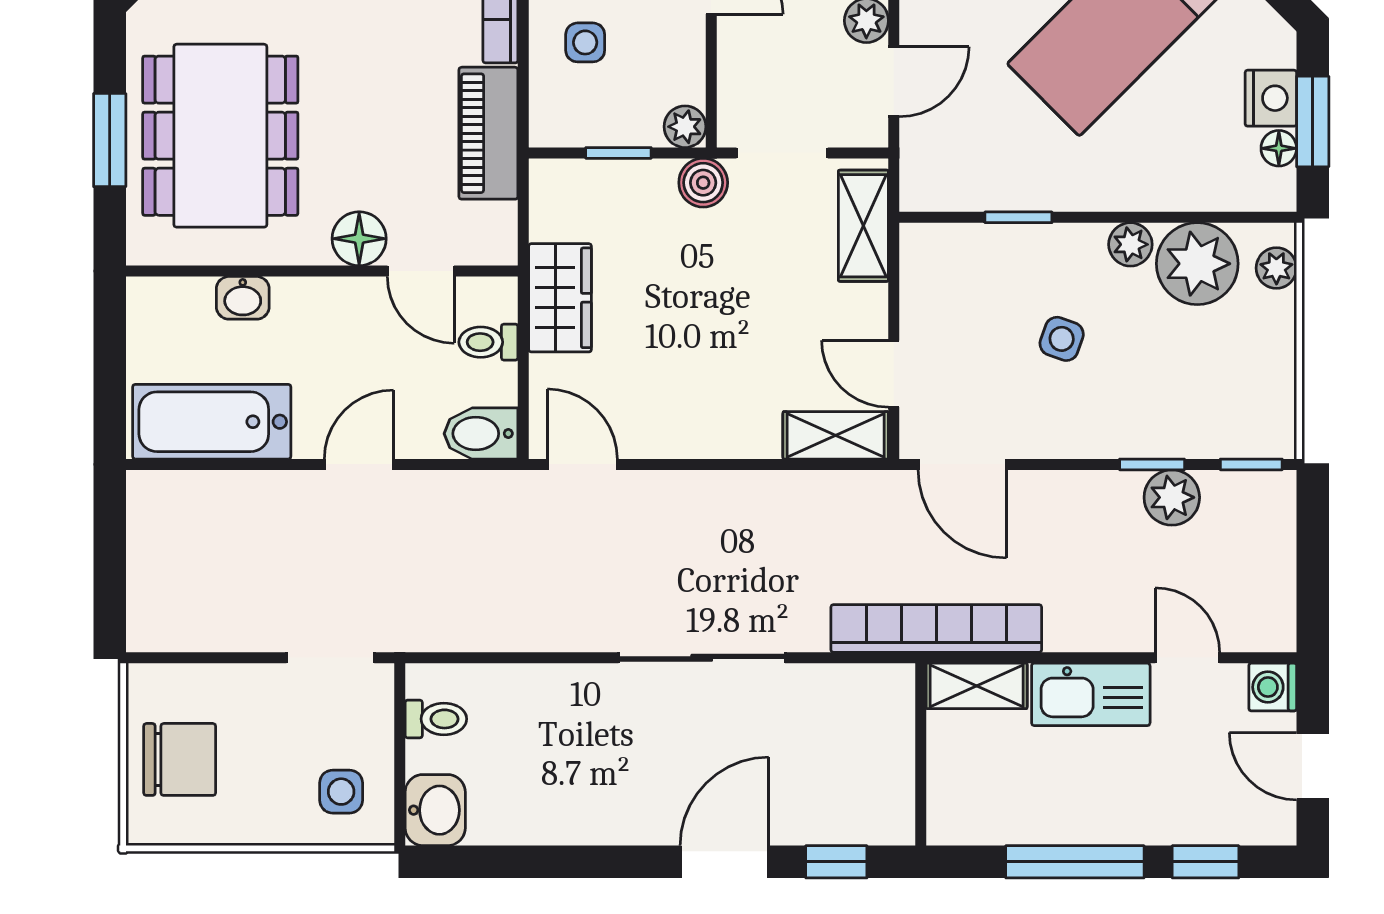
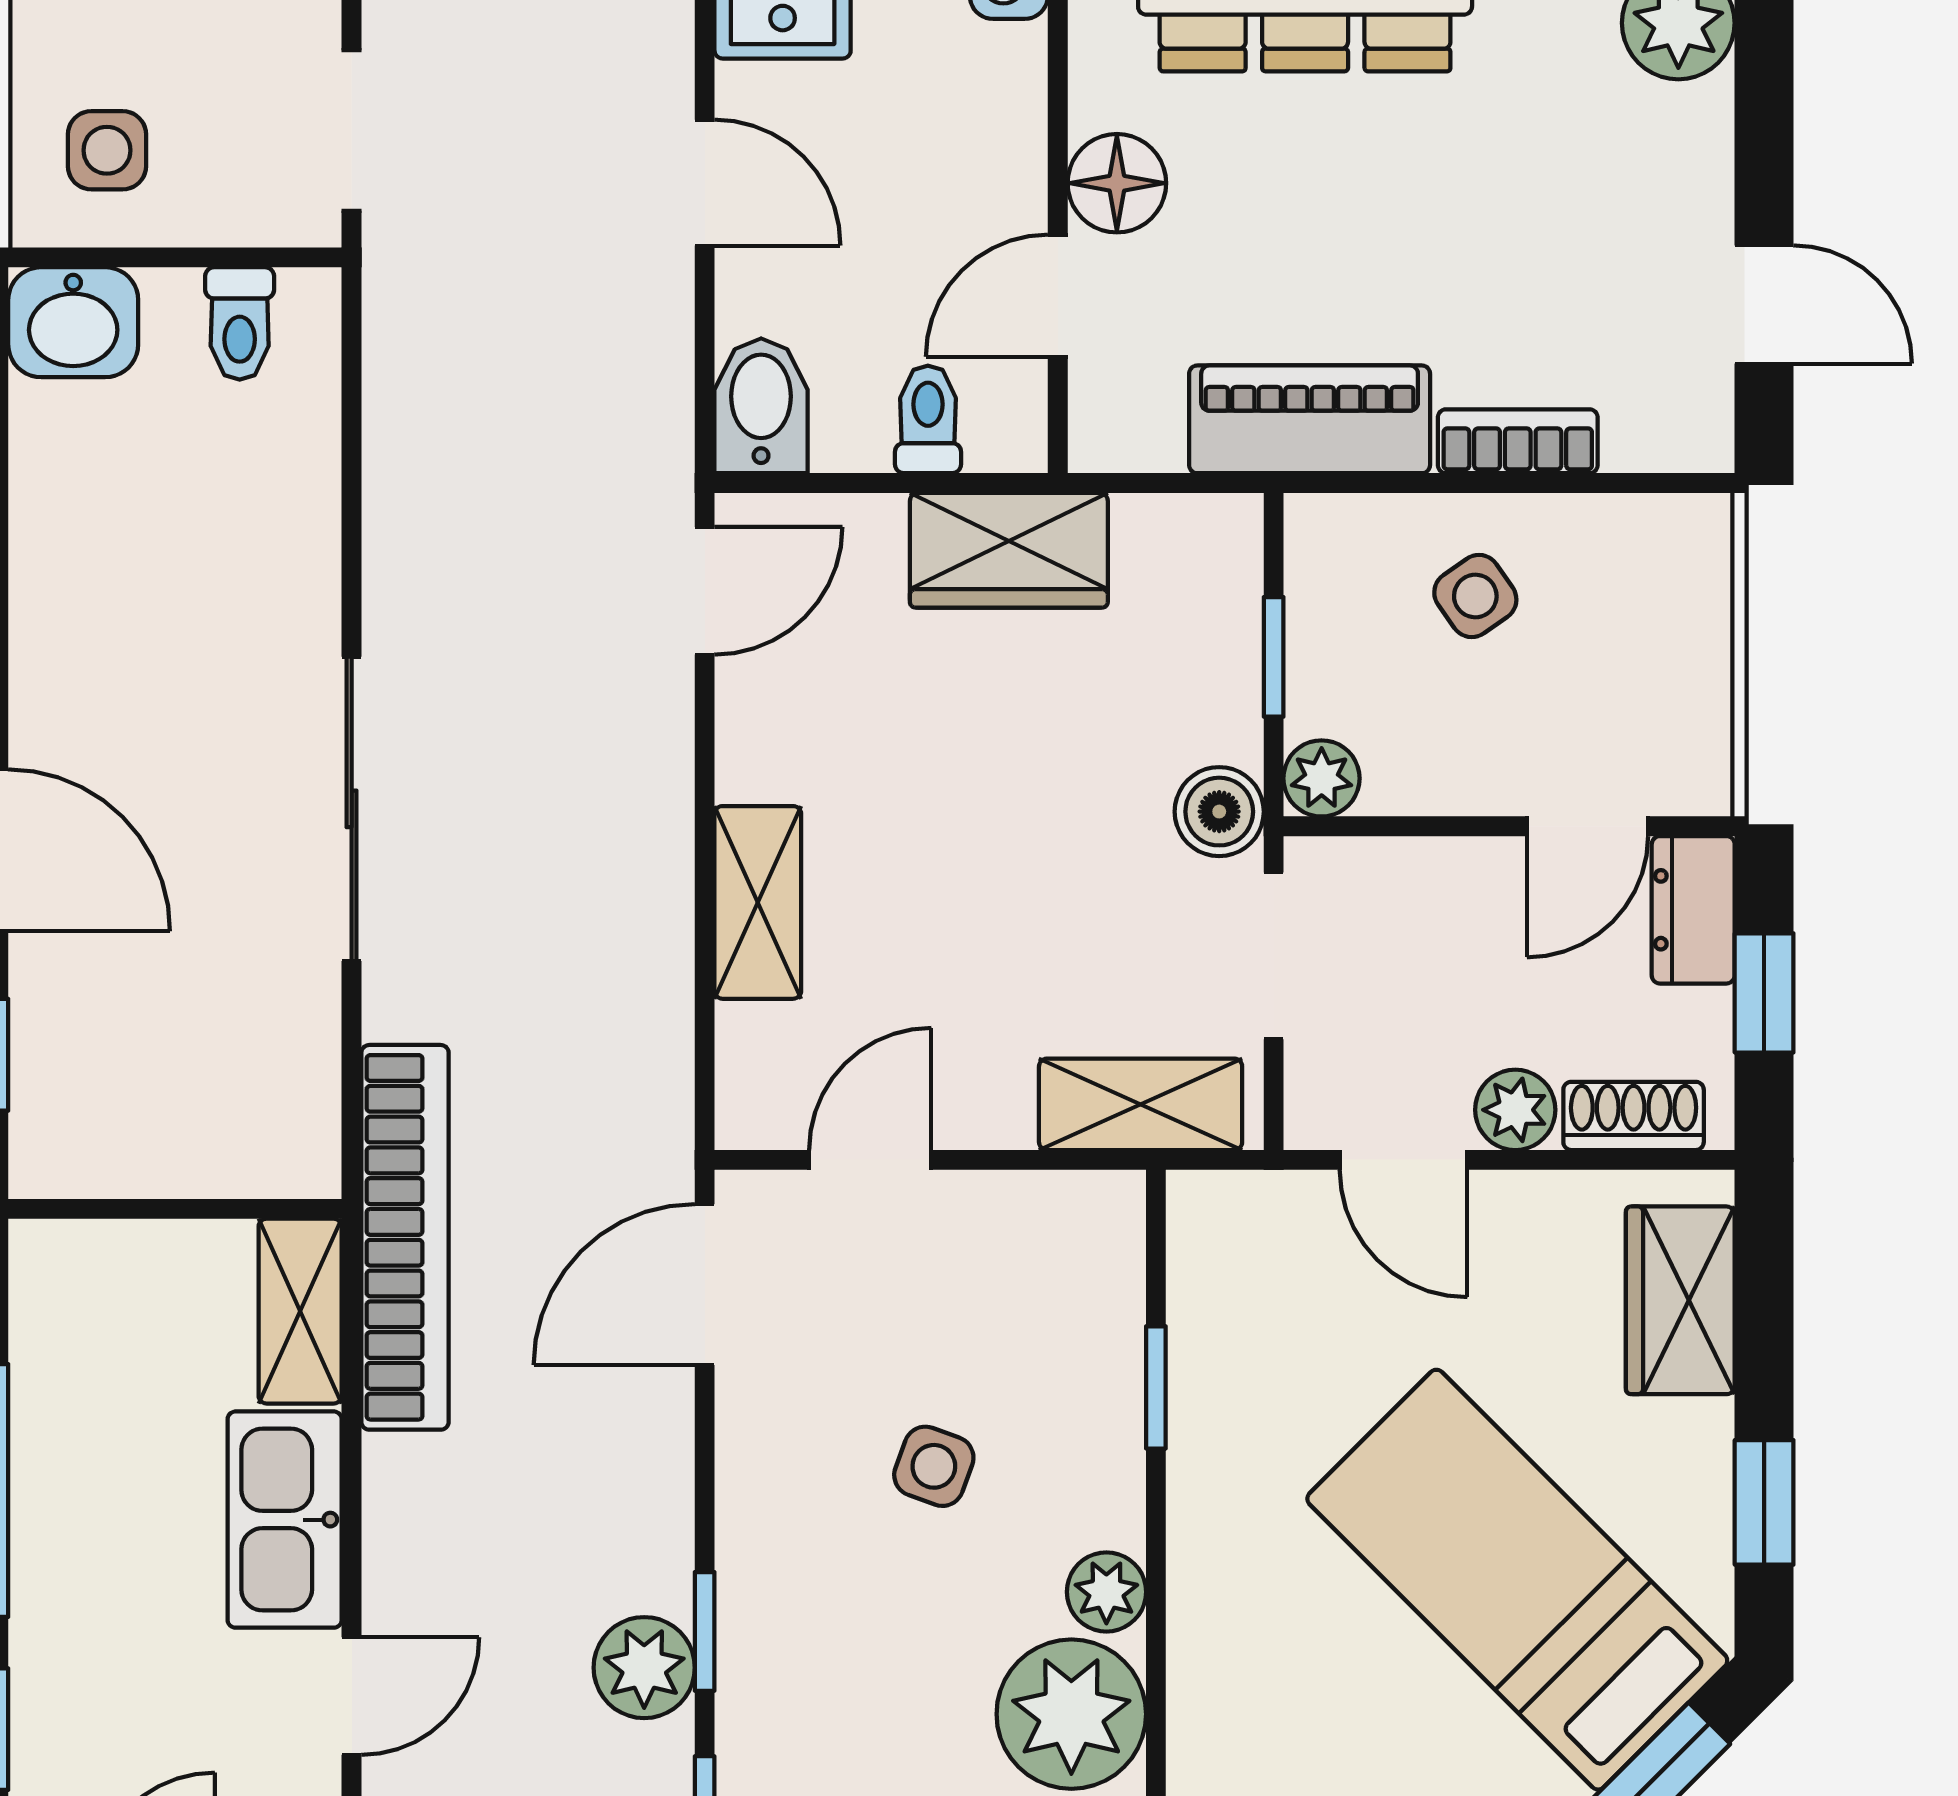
side table: (585, 42) -> (1475, 596), turned -35
shelving: (836, 435) -> (758, 902), moved

